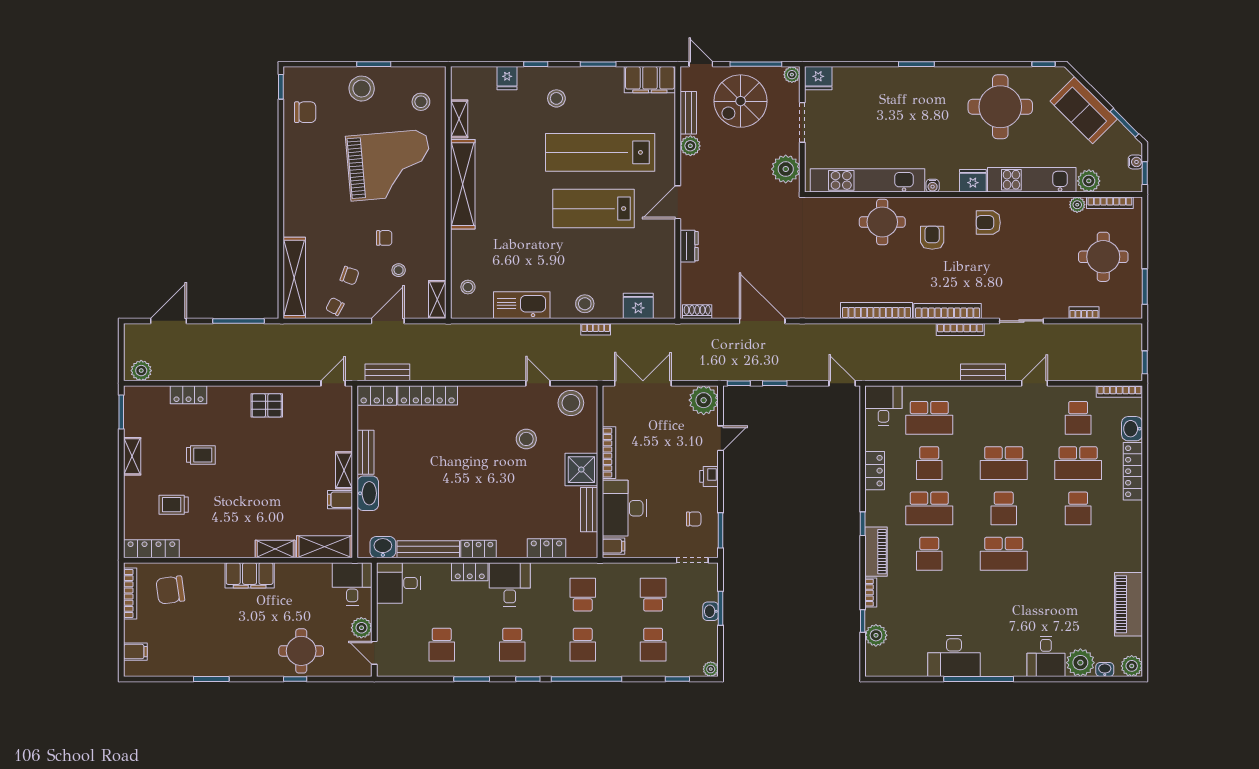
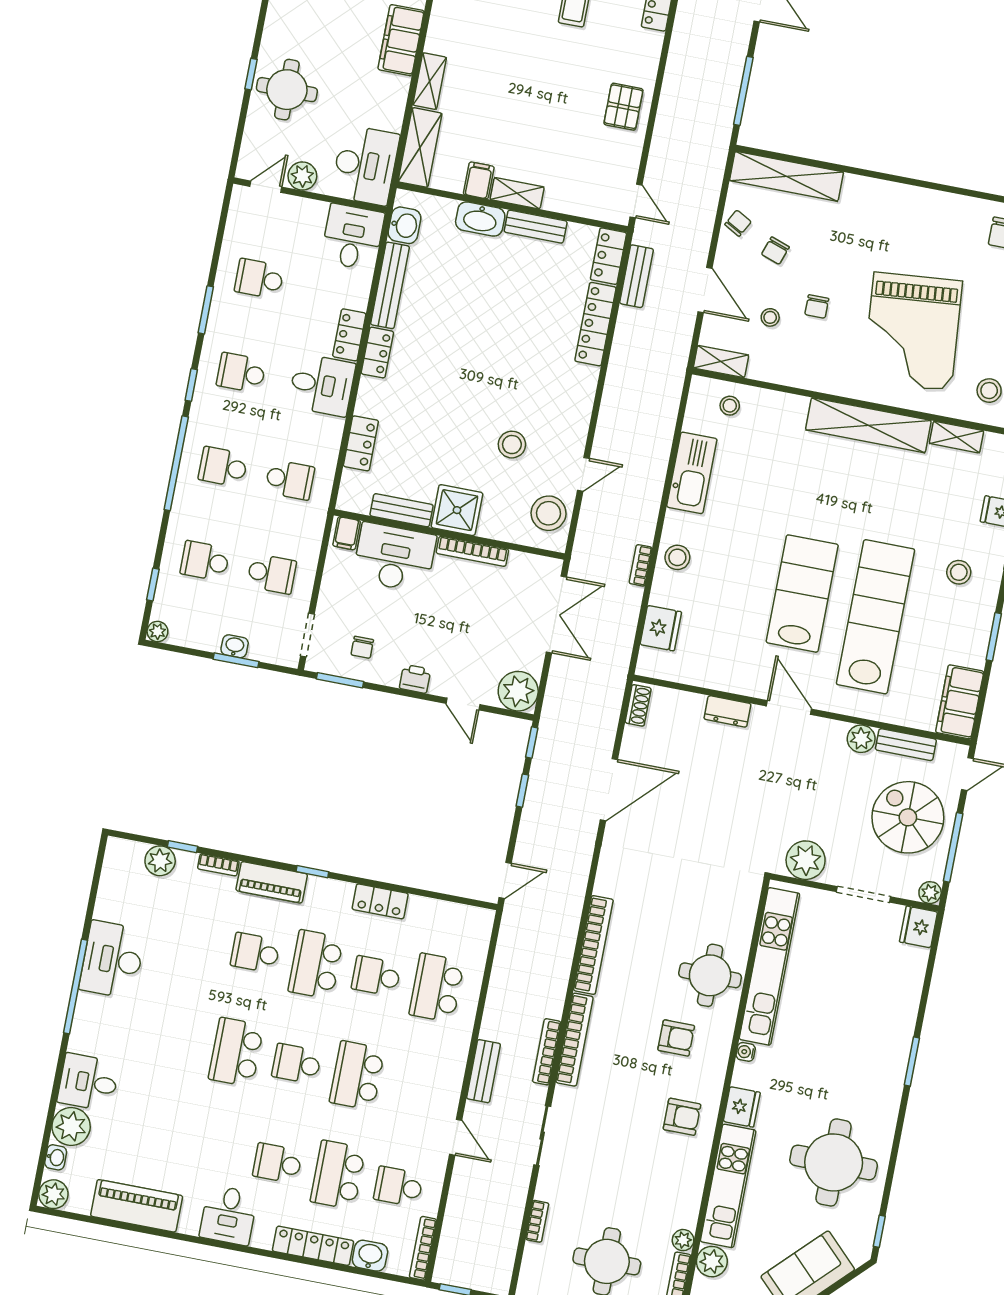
armchair: (988, 223) -> (682, 1117), turned 90
desk: (883, 406) -> (229, 1215), moved, turned 90
desk: (352, 584) -> (365, 165), width x1.37

